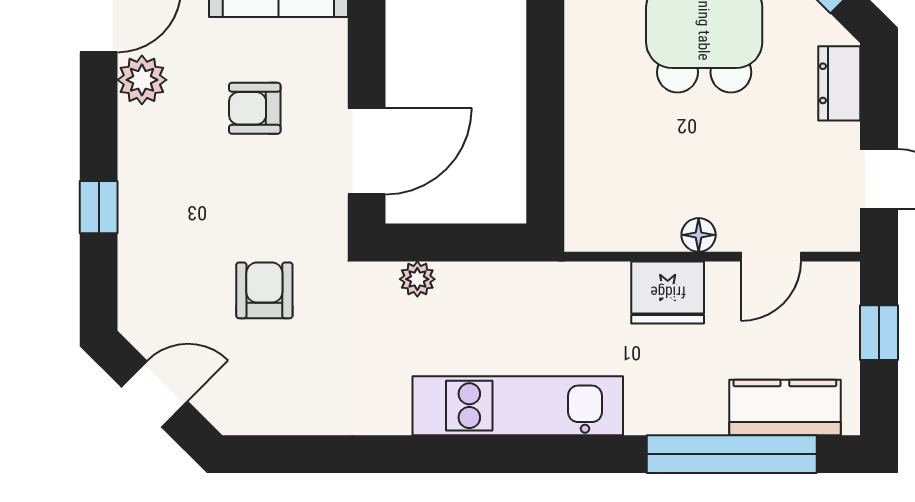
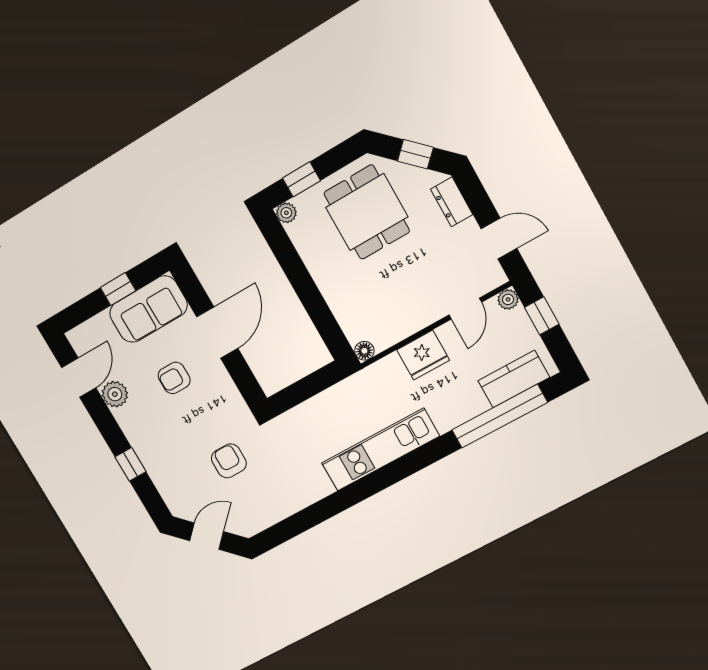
door: (367, 151) -> (217, 333), moved
floor lamp: (699, 235) -> (364, 351), moved
plant: (417, 279) -> (508, 299), moved

